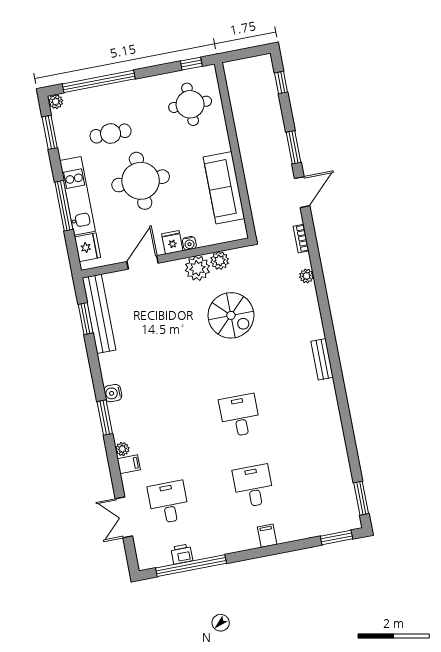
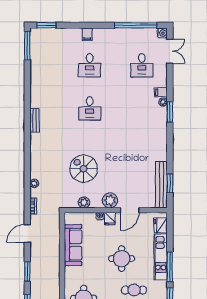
window: (294, 147) -> (27, 271), moved
round table: (141, 181) -> (122, 259), width x0.73, depth x0.73
window: (64, 206) -> (170, 267), moved
plant: (197, 268) -> (110, 200), moved
bench: (322, 359) -> (35, 120), moved
water cooler: (113, 393) -> (162, 33), moved
window: (105, 418) -> (170, 112), moved
window: (361, 498) -> (27, 46), width x1.44
double door: (124, 517) -> (170, 51), moved
printer: (182, 554) -> (140, 33), removed

